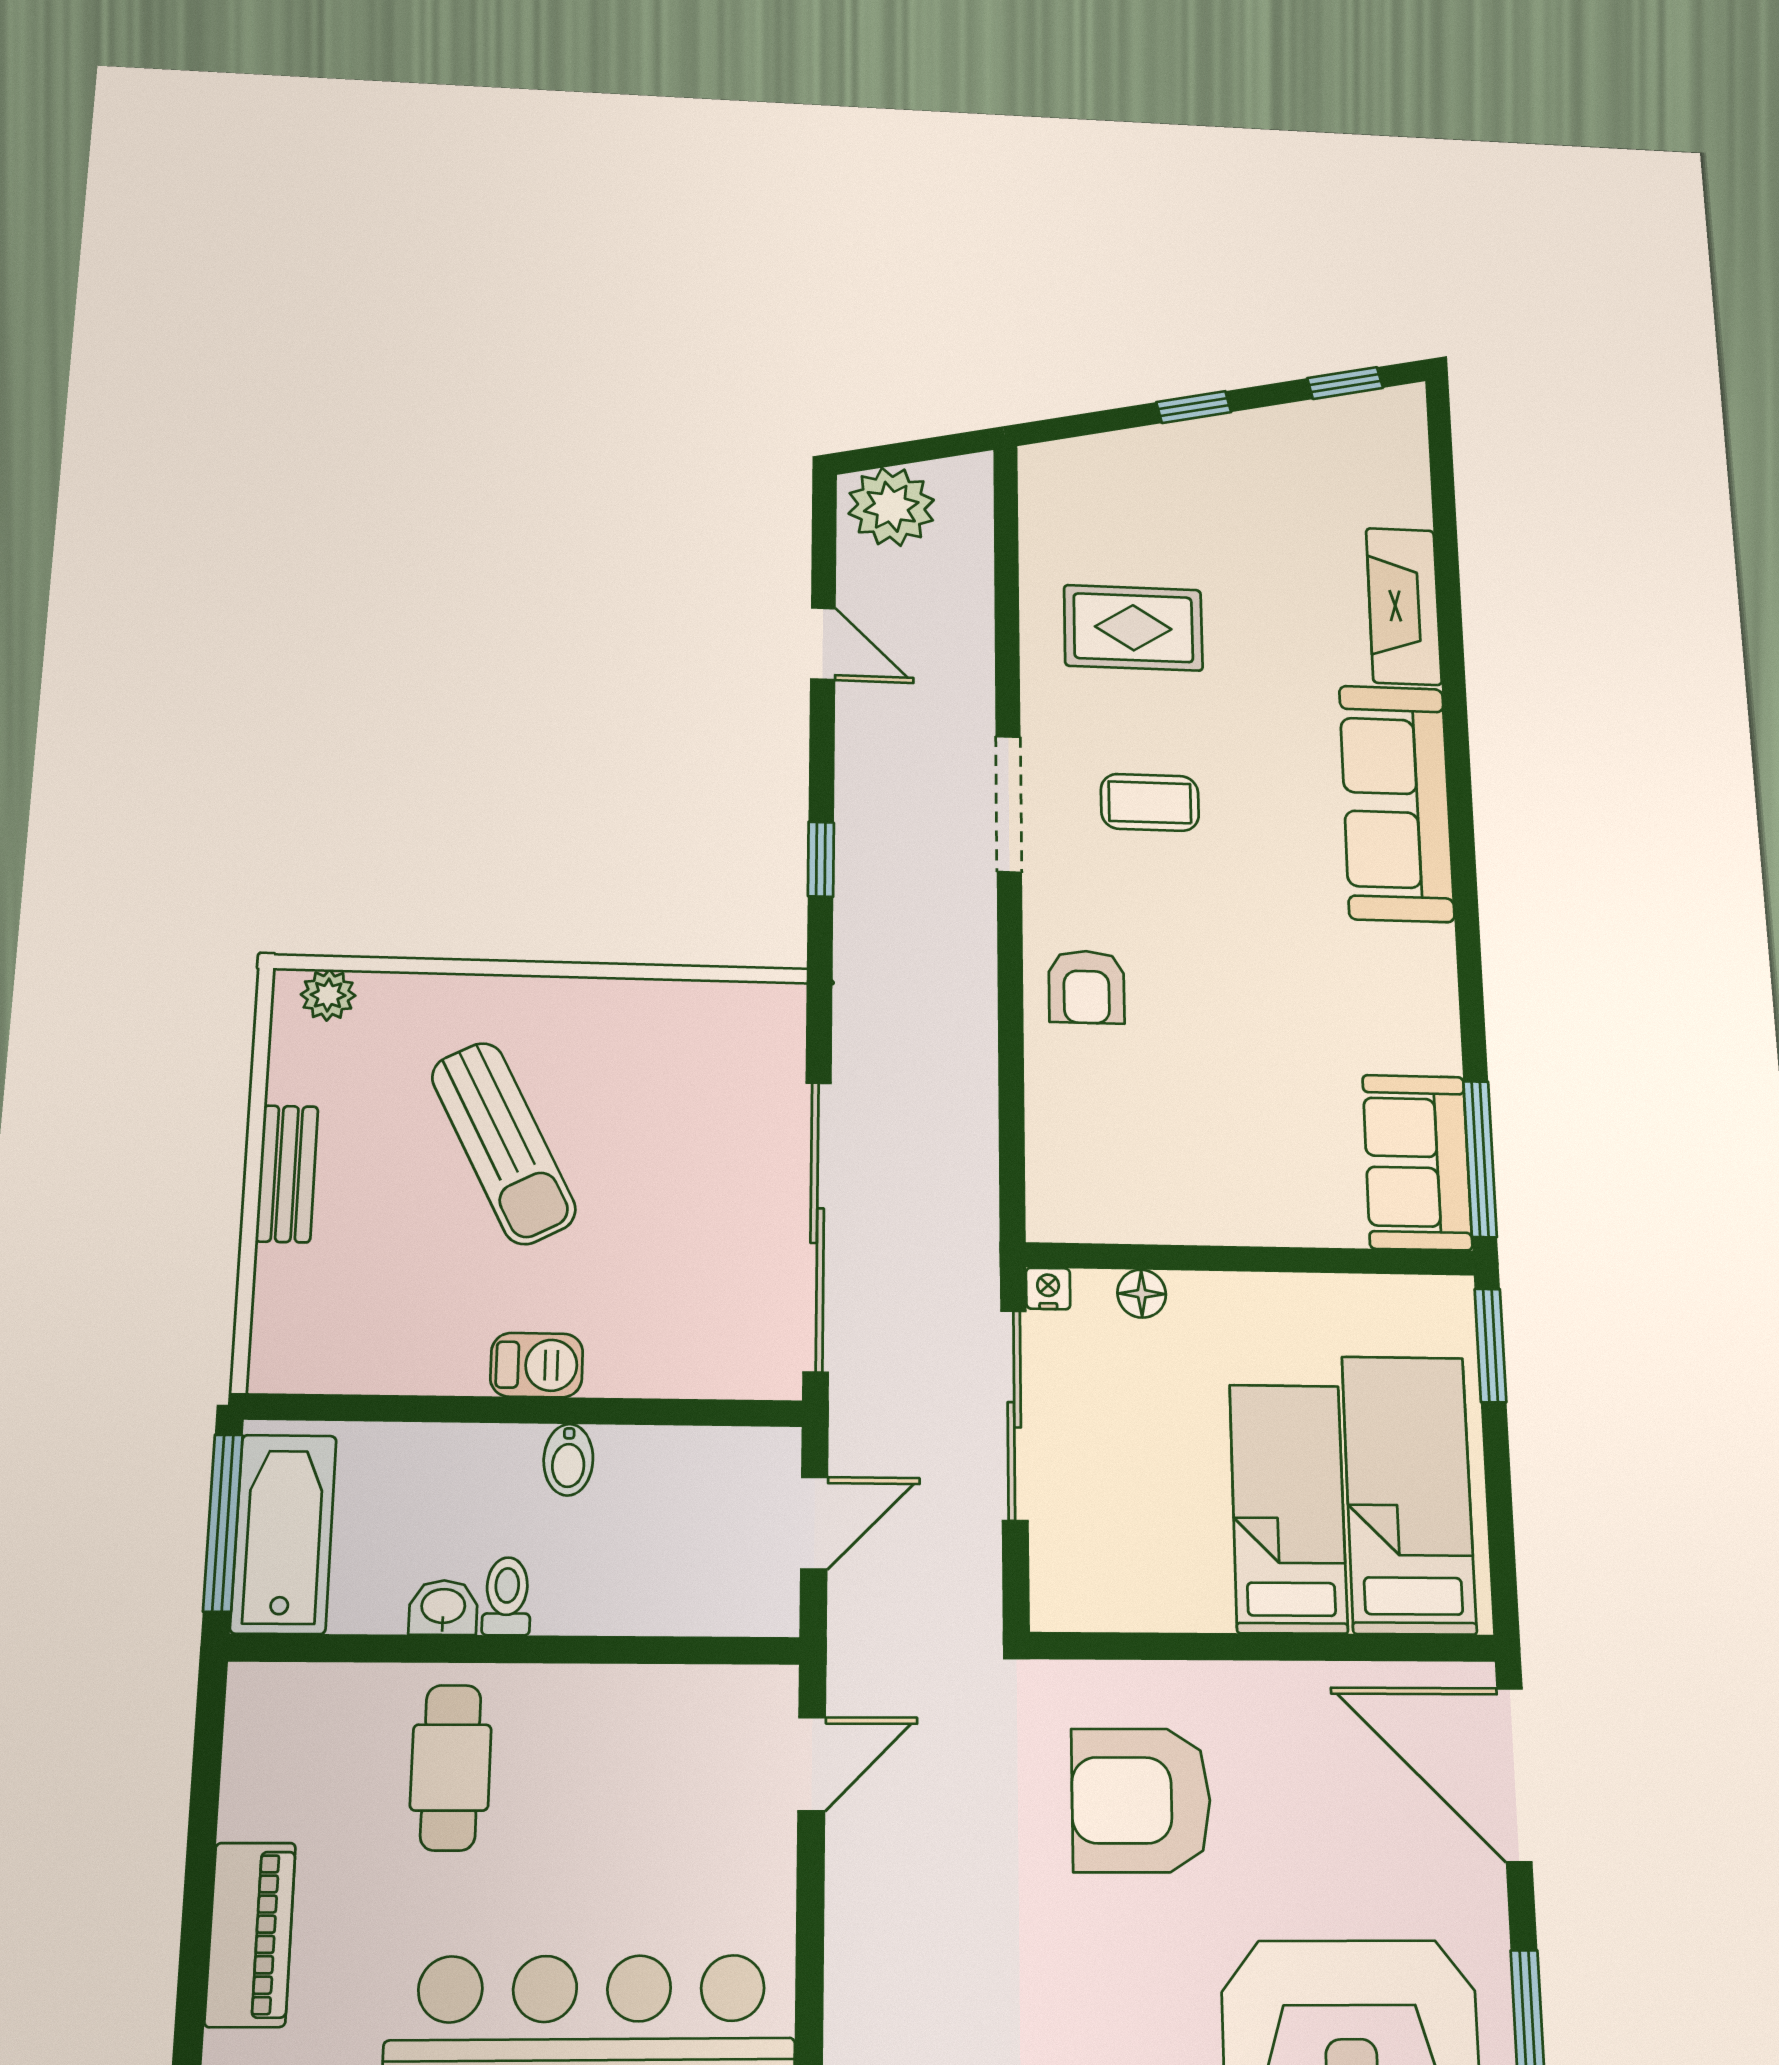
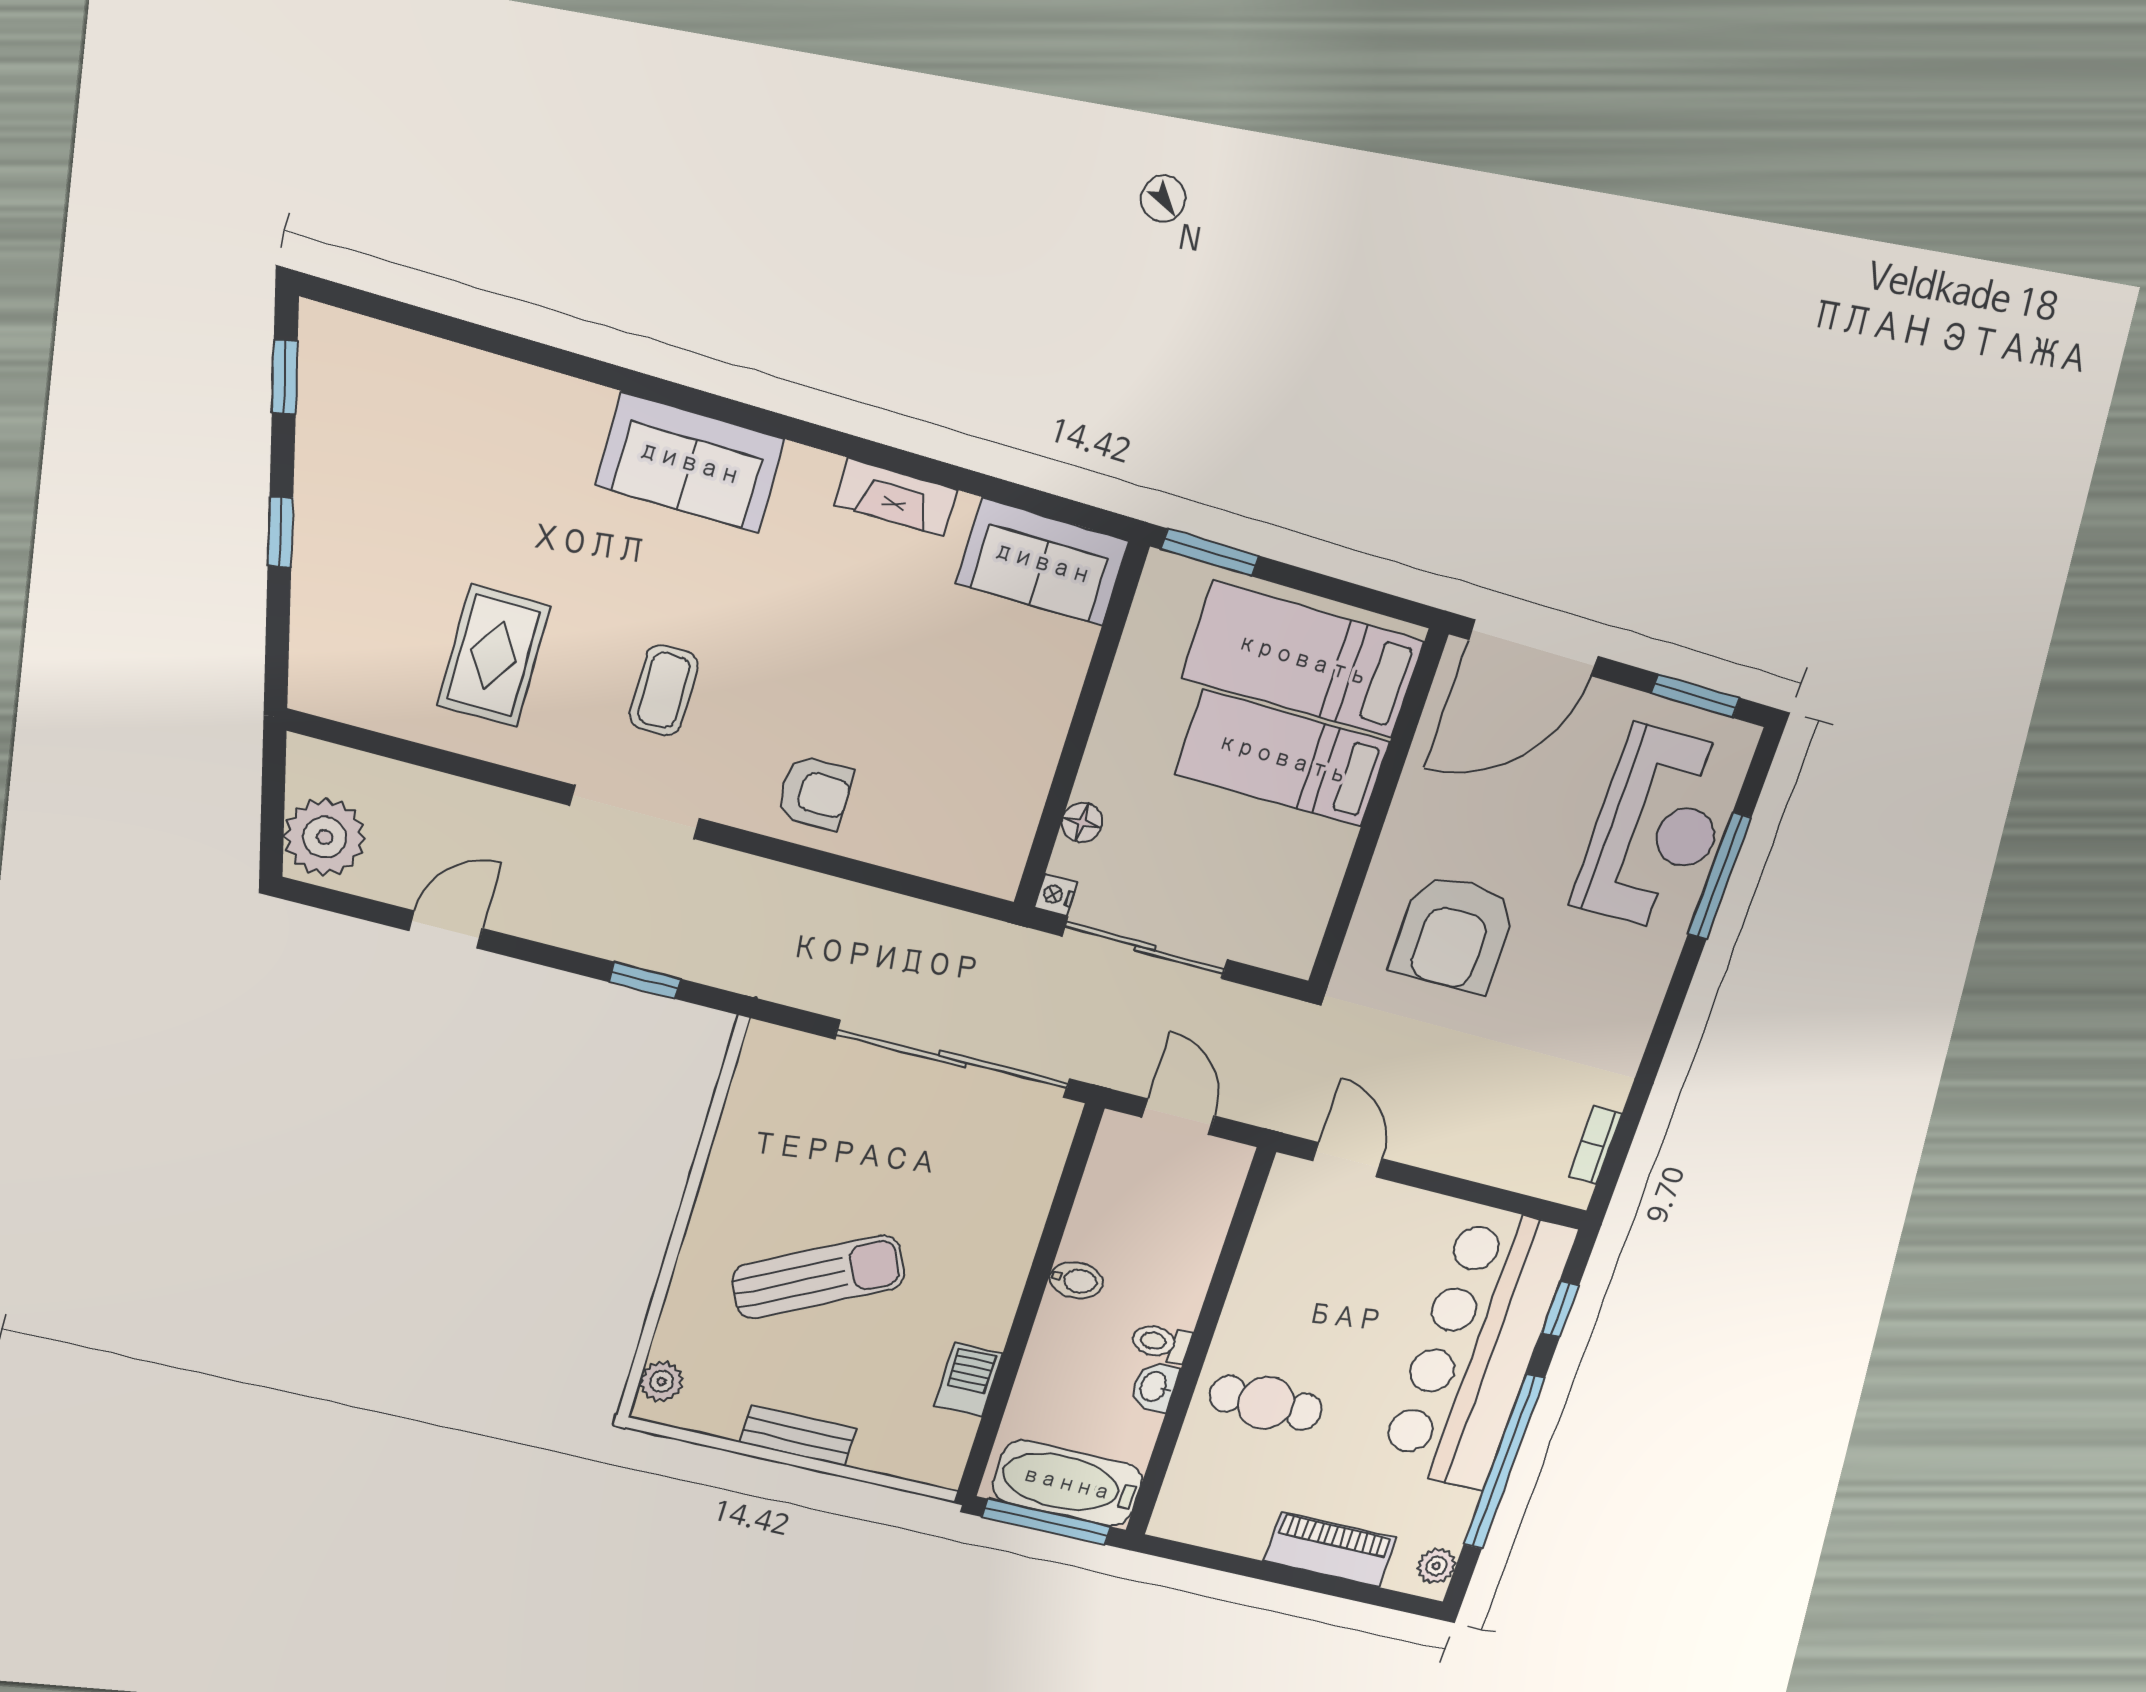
fireplace: (1404, 606) -> (896, 497), moved, width x0.73, depth x0.76
sofa: (1396, 803) -> (690, 462), width x0.73
window: (1480, 1159) -> (1055, 507), removed
barbecue: (537, 1365) -> (968, 1380), moved

